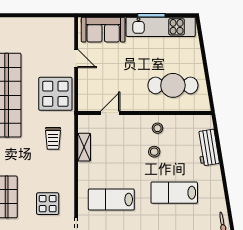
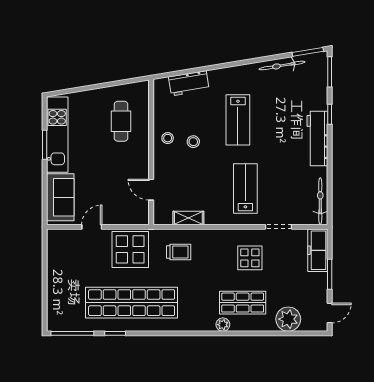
cafe table: (173, 85) -> (121, 121), width x0.73, depth x0.74
lab bench: (111, 199) -> (245, 188), turned 180

